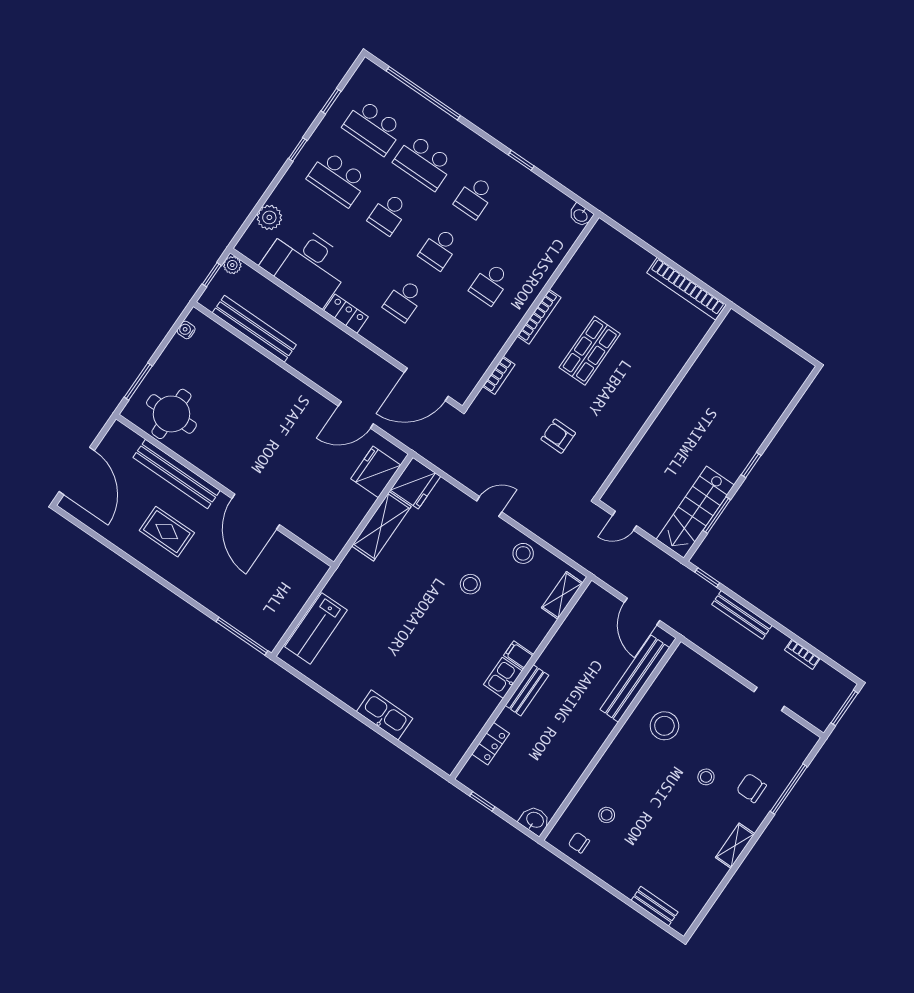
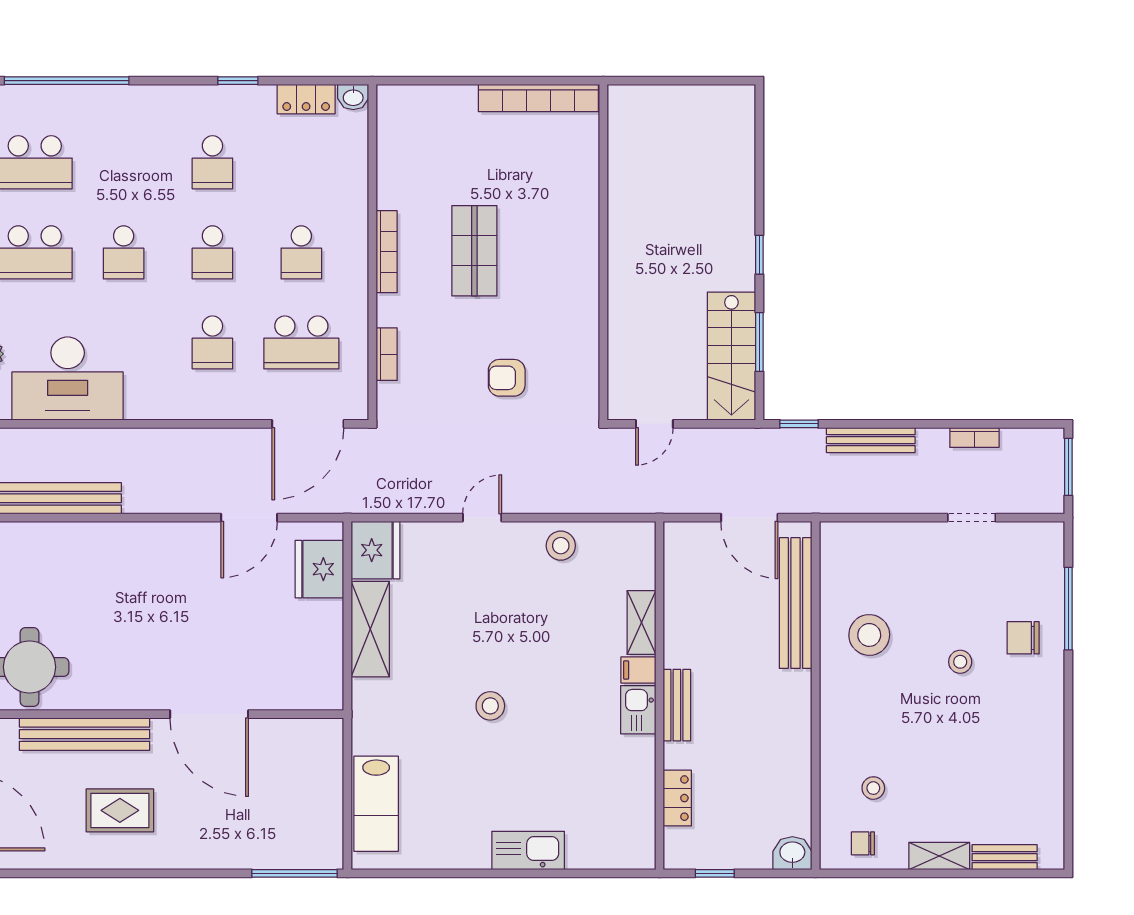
school desk: (424, 162) -> (301, 342), moved
locker: (346, 314) -> (306, 99), moved, turned 180
stool: (470, 584) -> (490, 706), moved
shelving: (562, 595) -> (641, 623), moved
shelving: (735, 846) -> (939, 856), moved, turned 90

